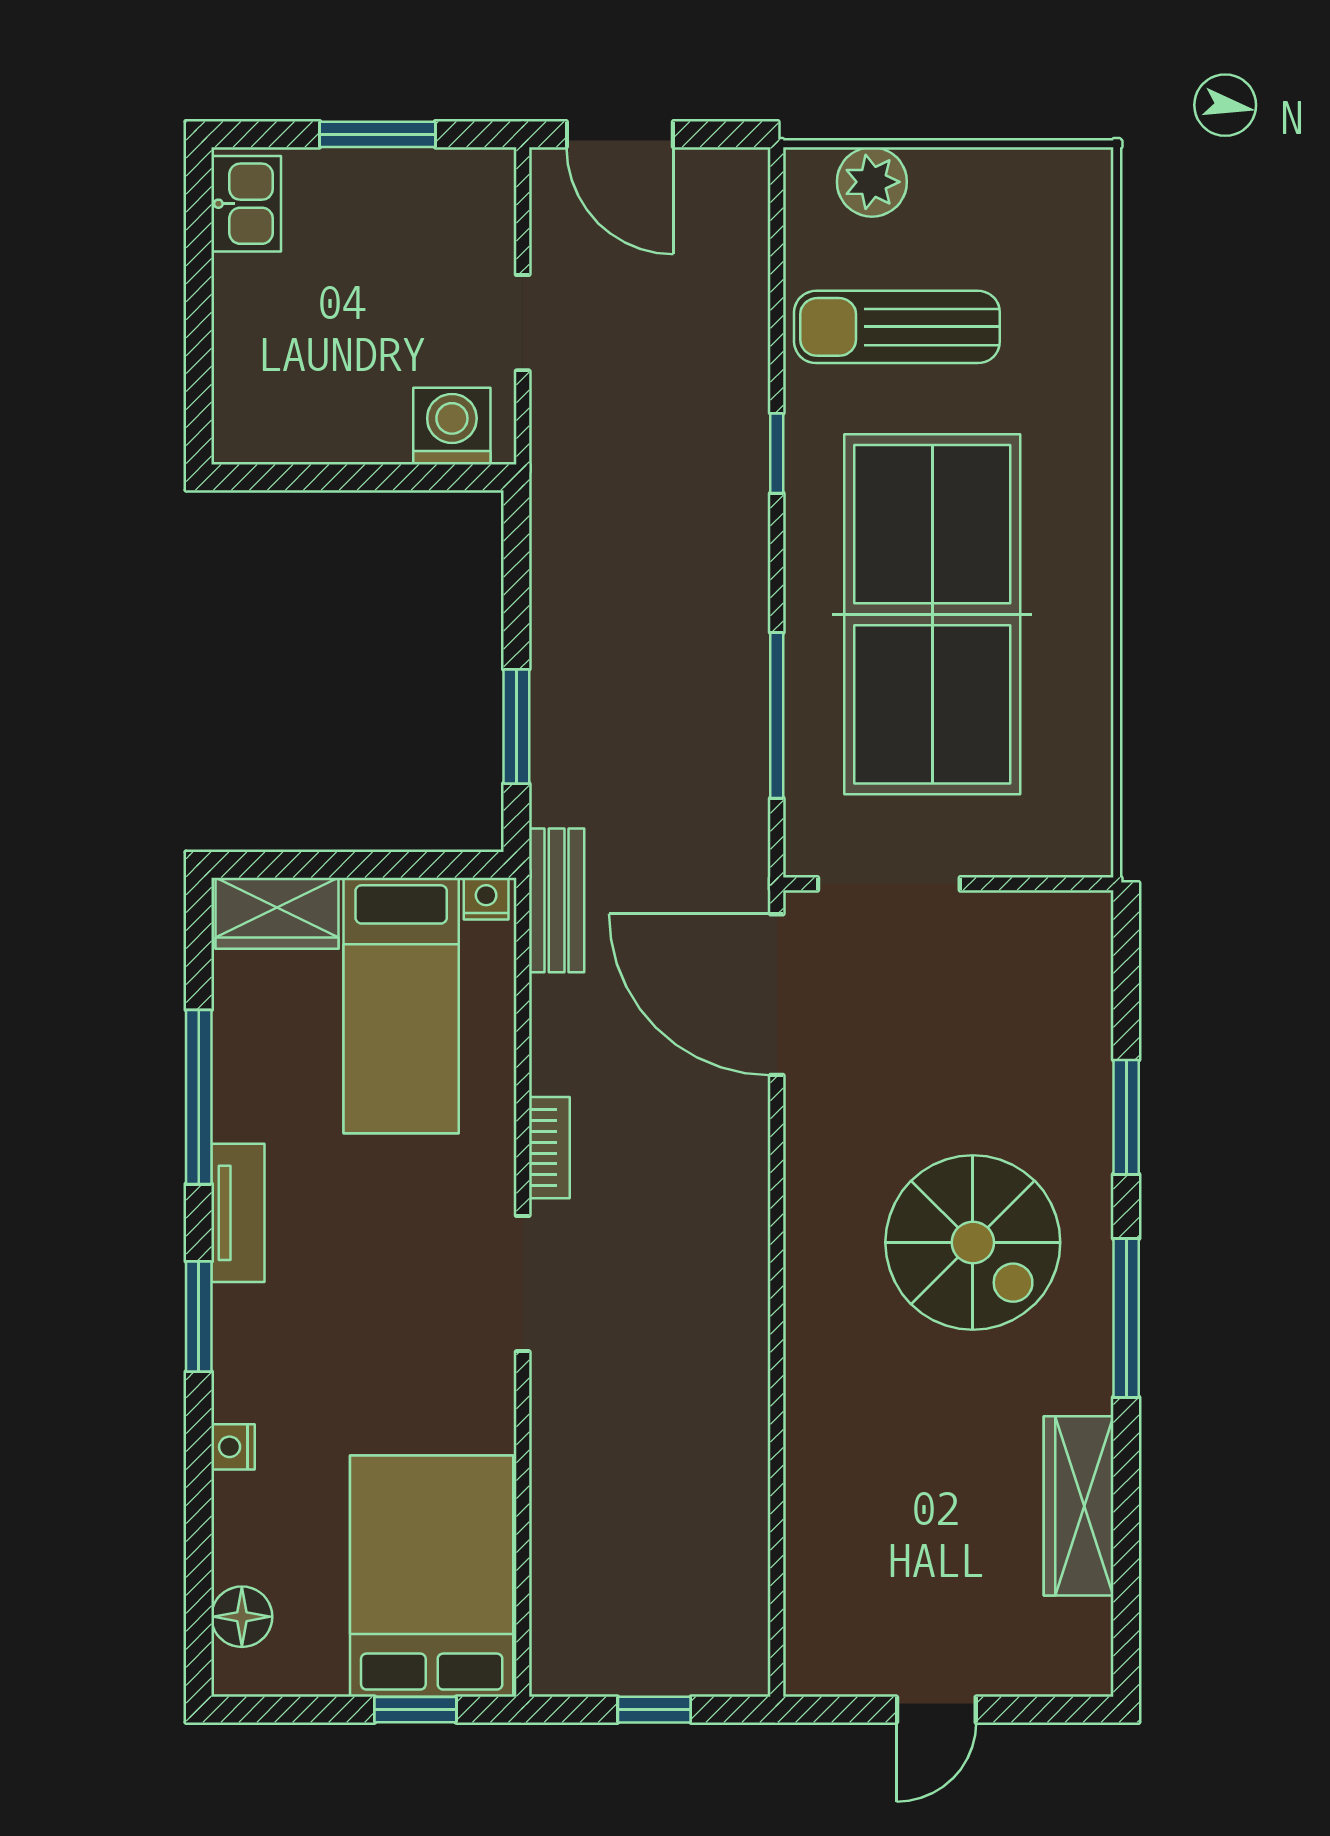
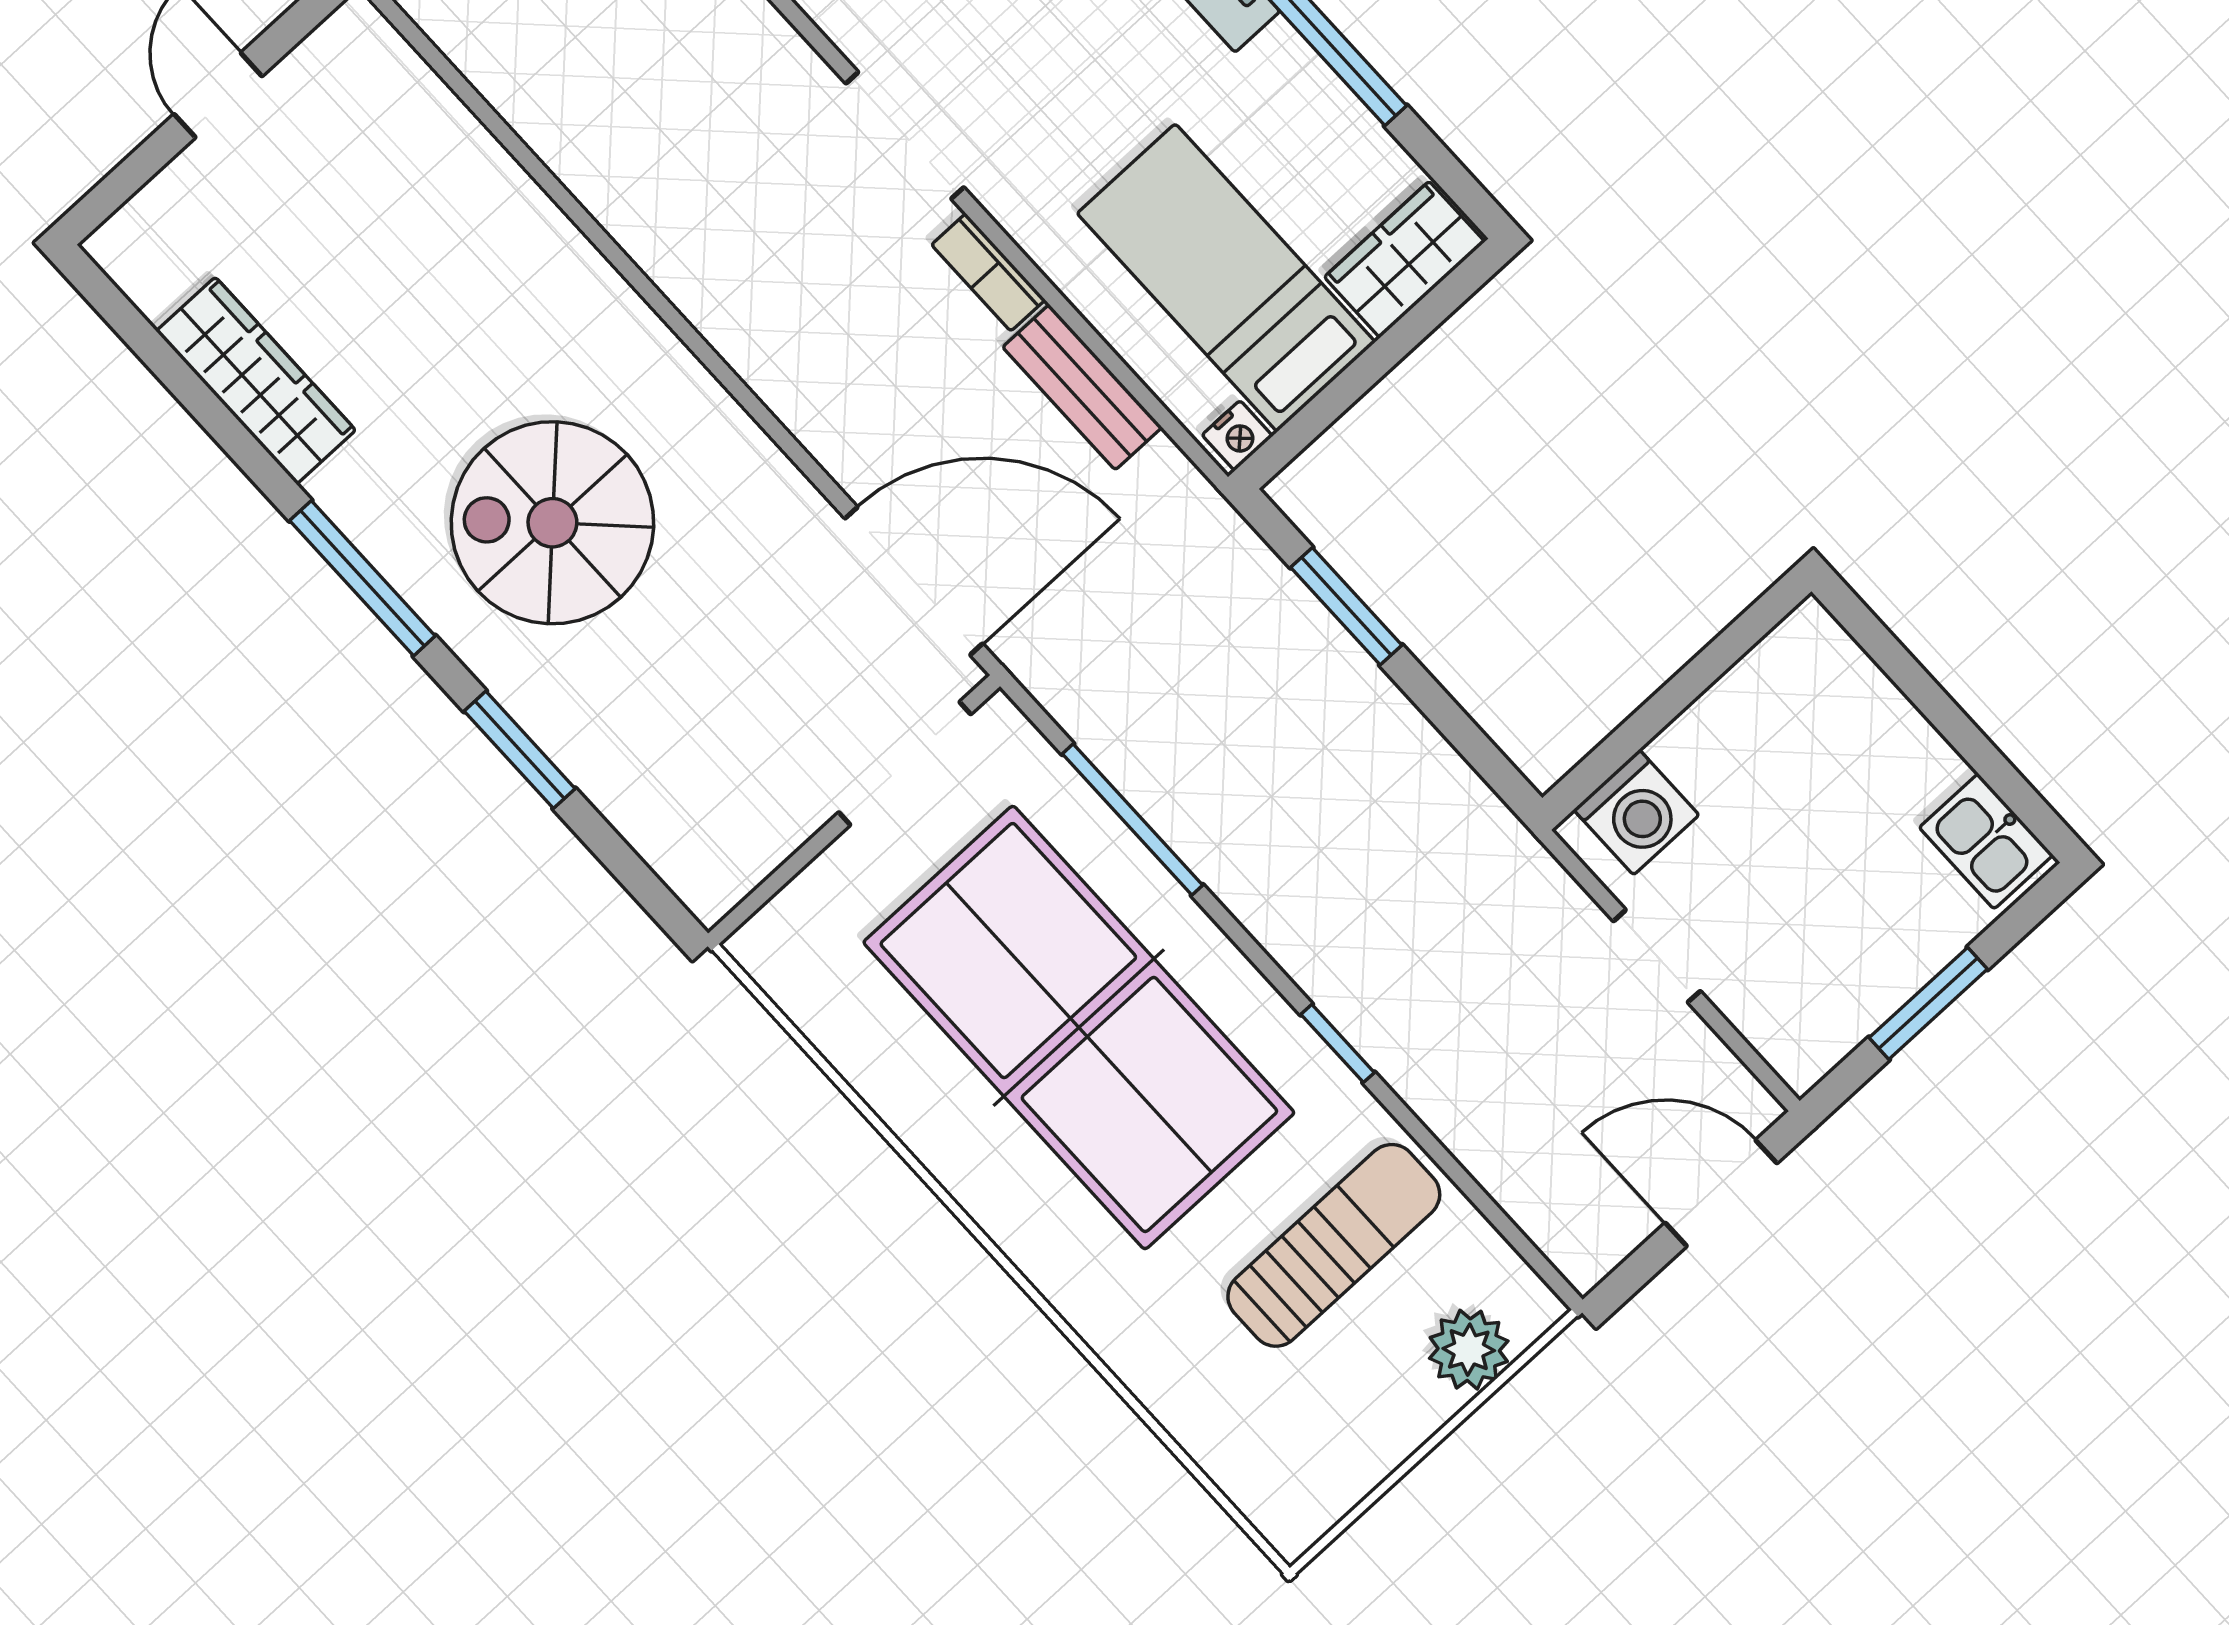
bench: (557, 900) -> (1082, 387), moved

